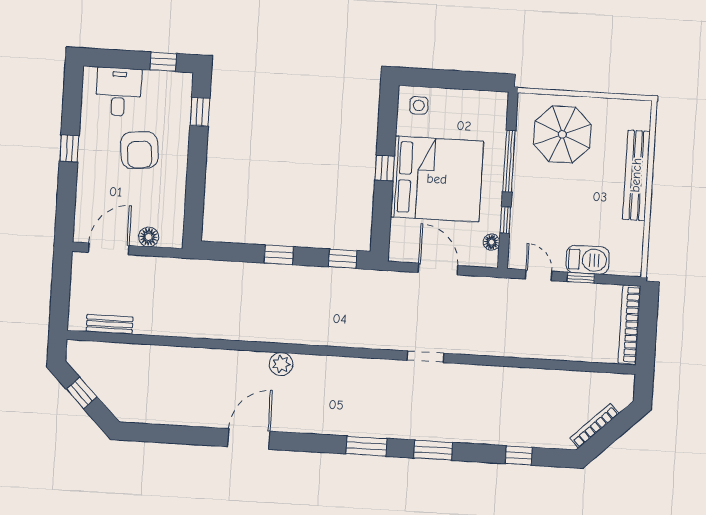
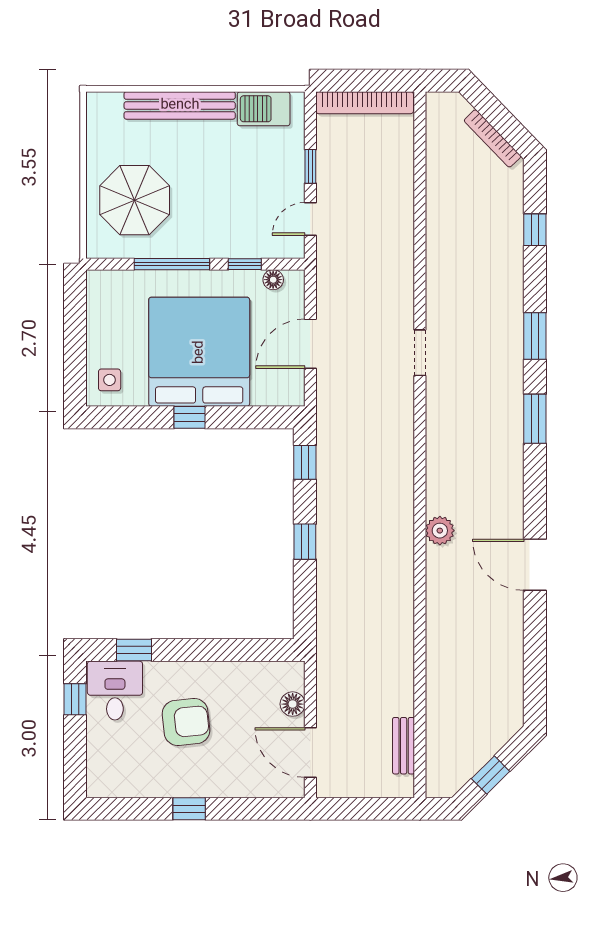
desk: (119, 92) -> (115, 691), moved, turned 90
barbecue: (588, 260) -> (264, 109), moved, turned -90

